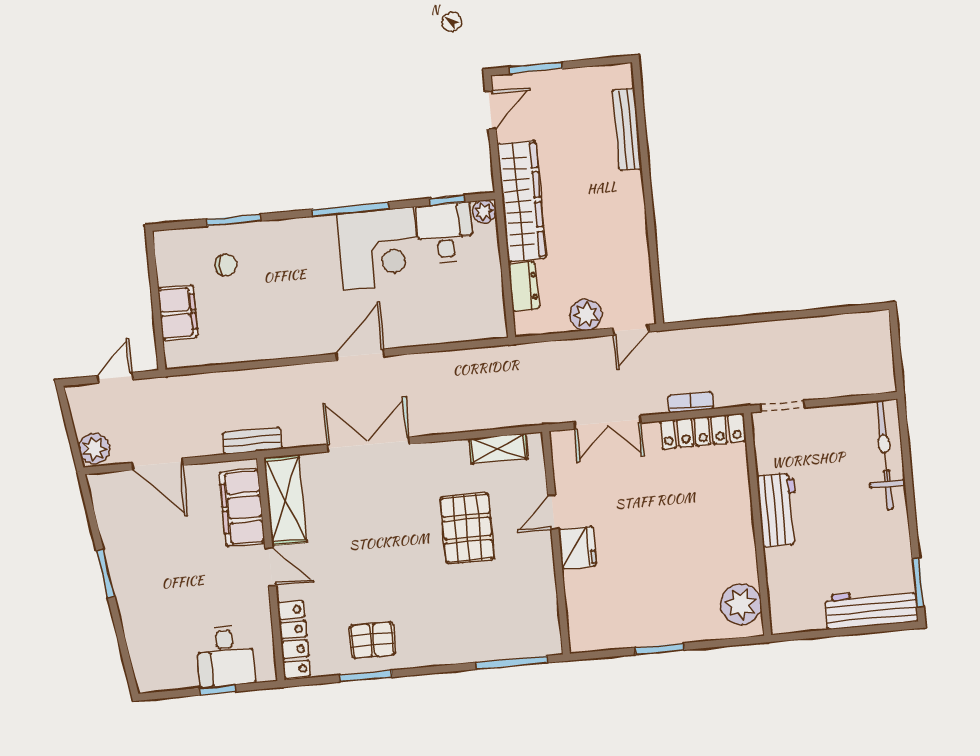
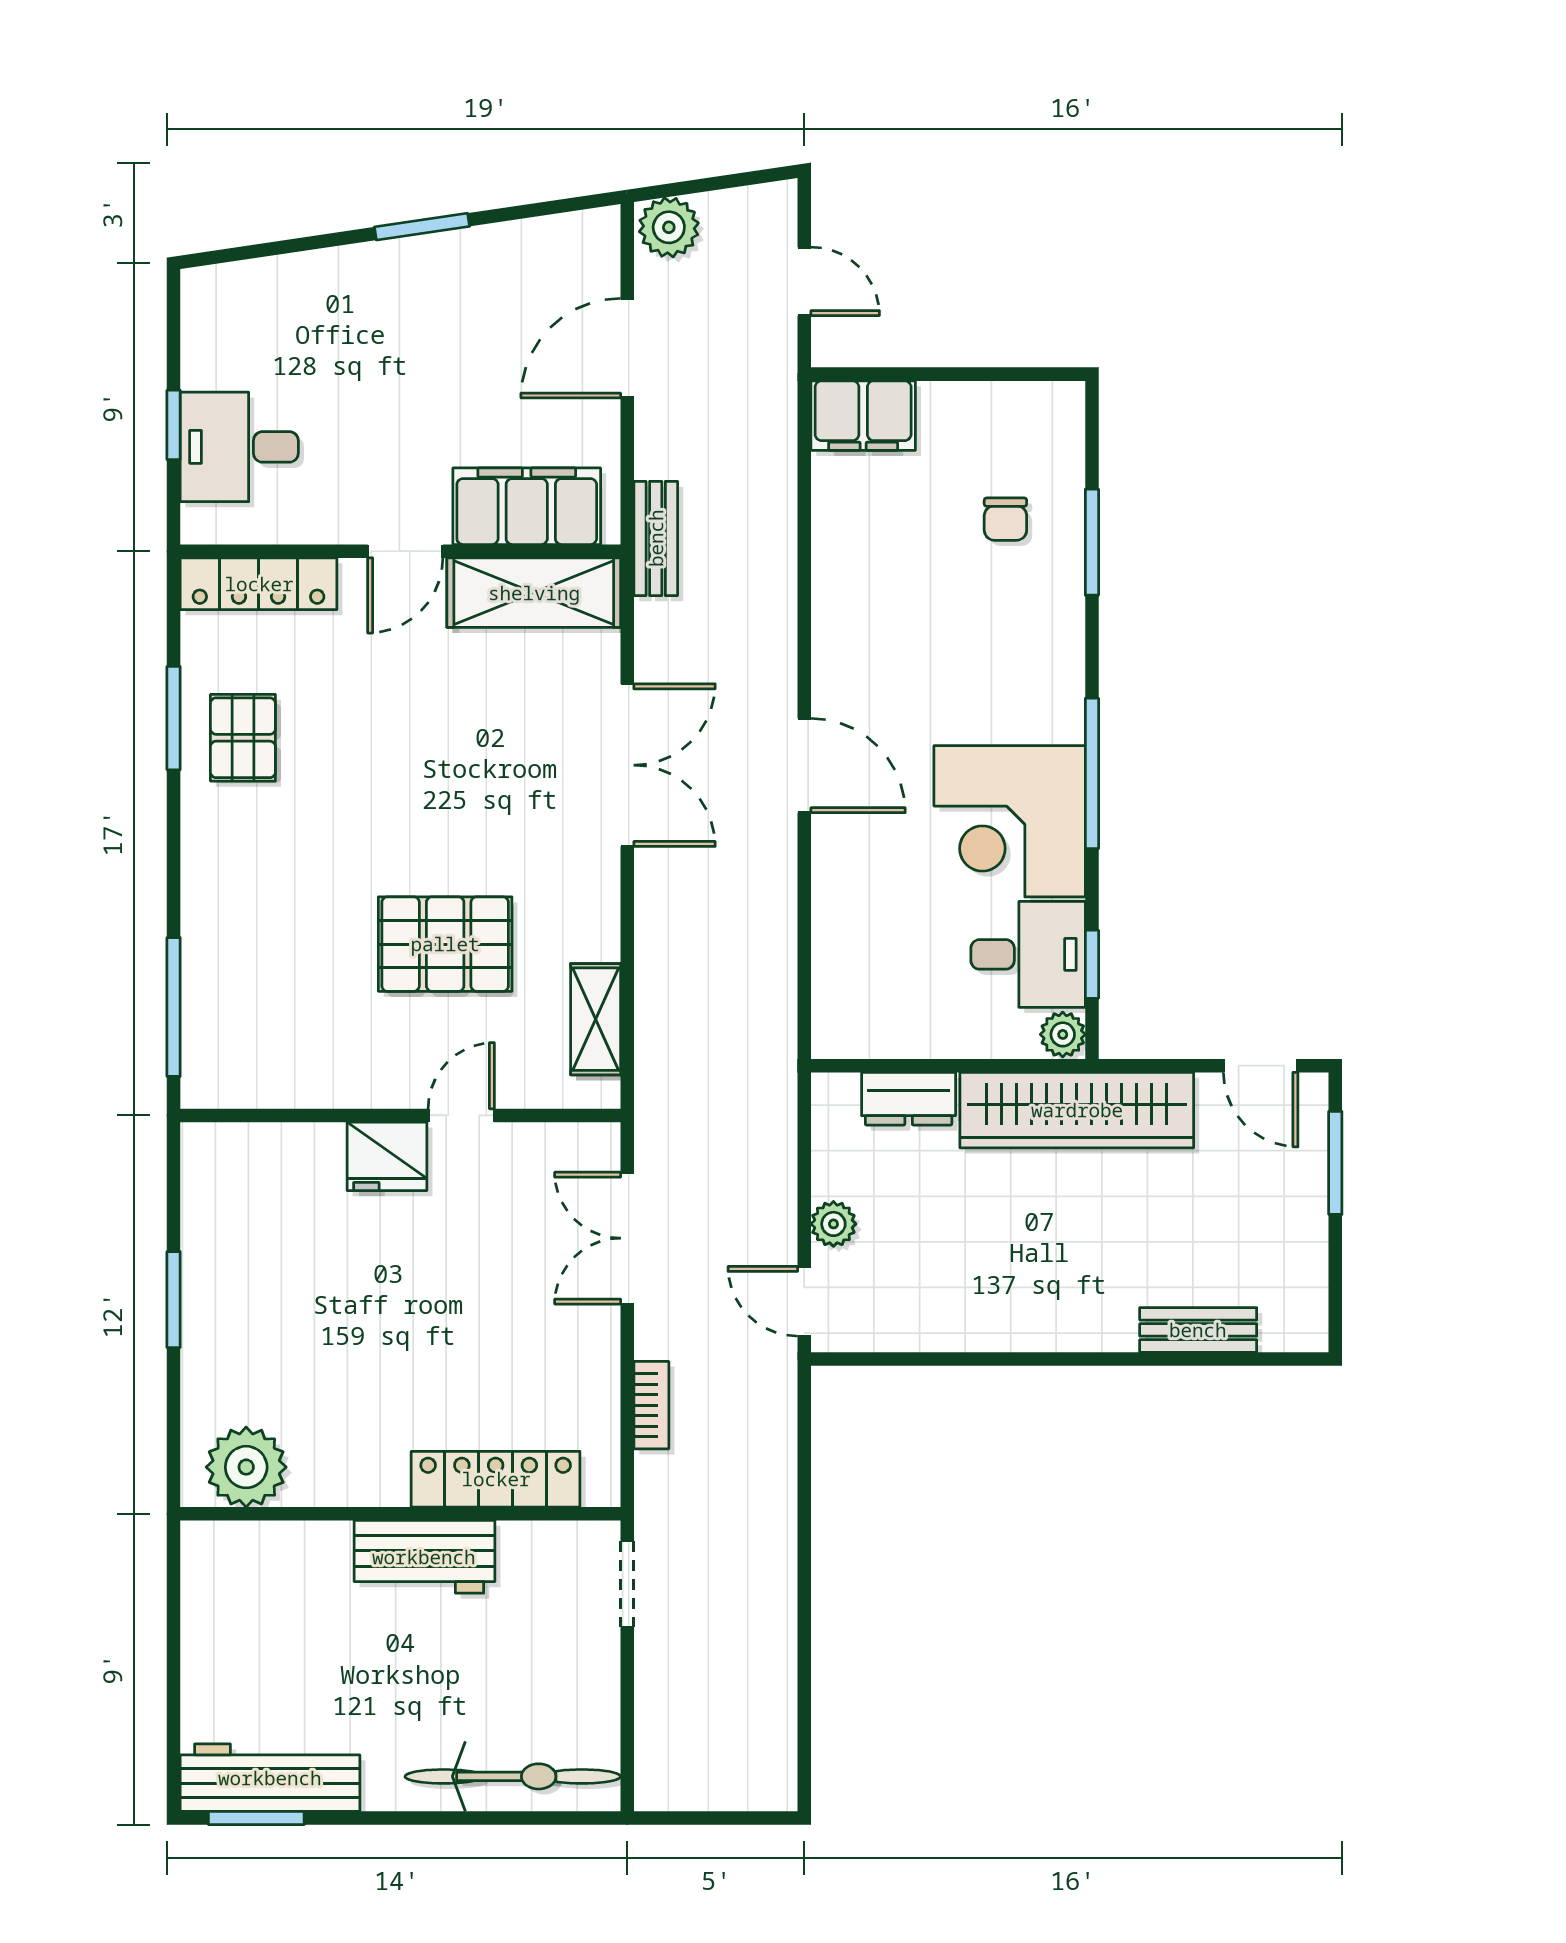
bench: (627, 129) -> (1198, 1330), width x0.73
filing cabinet: (178, 313) -> (863, 416), moved
plant: (586, 315) -> (833, 1224), width x0.73, depth x0.73
locker: (702, 431) -> (496, 1479), moved, turned 90
door: (553, 512) -> (461, 1115), hinge flipped
workbench: (871, 609) -> (270, 1778), moved, turned -90

